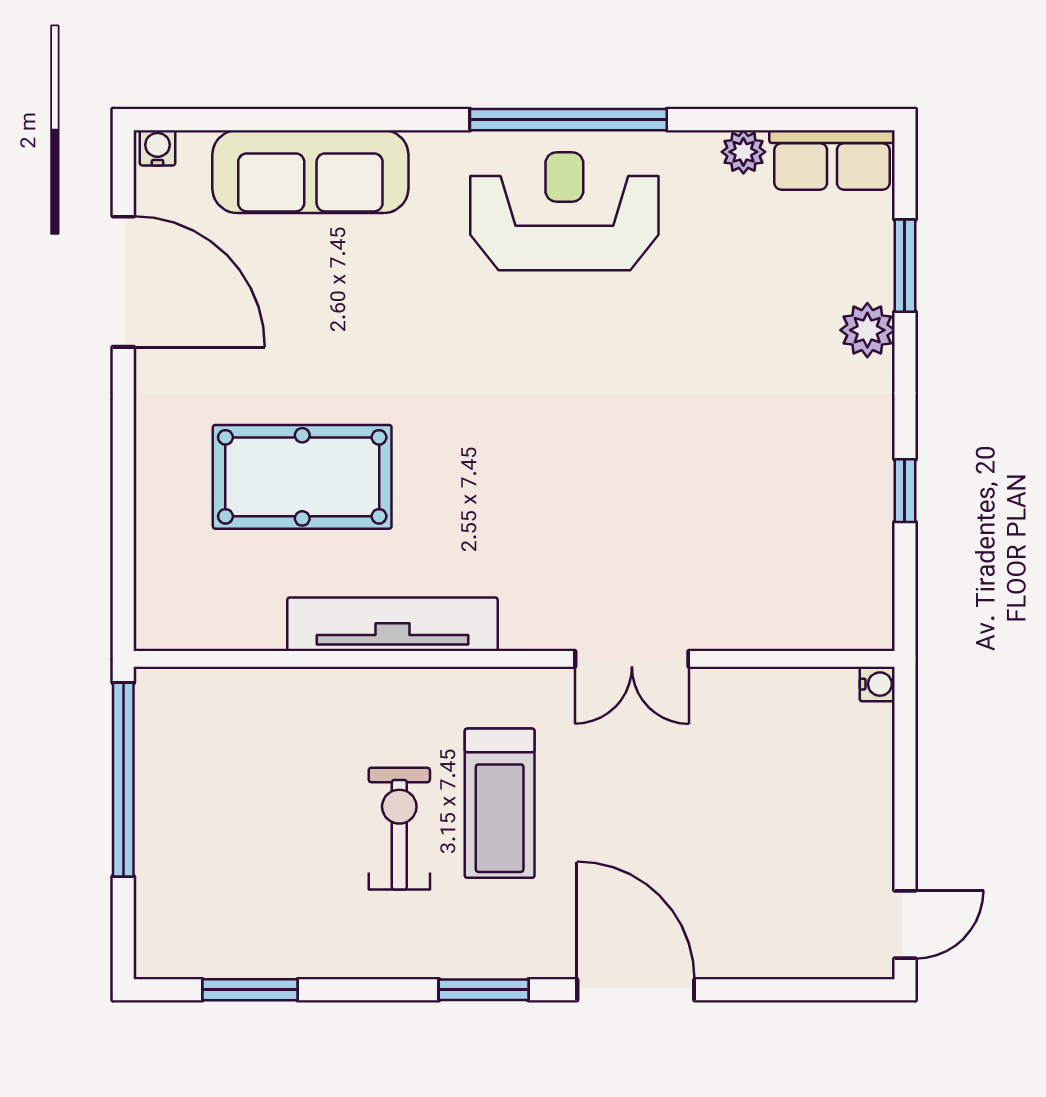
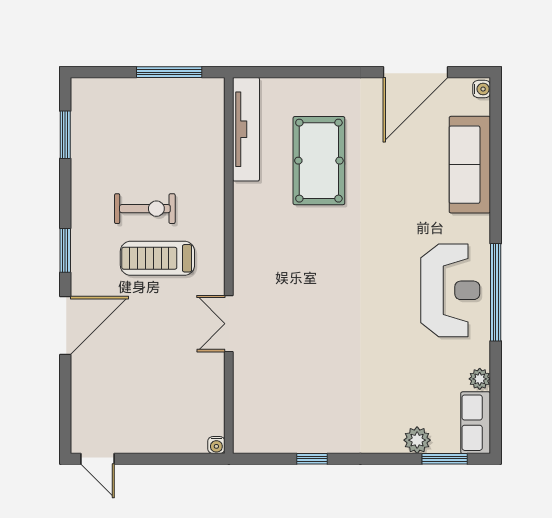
window: (905, 266) -> (445, 459), moved
plant: (867, 330) -> (417, 440), moved
tv unit: (392, 624) -> (246, 129), moved
window: (123, 780) -> (169, 72), width x0.68

